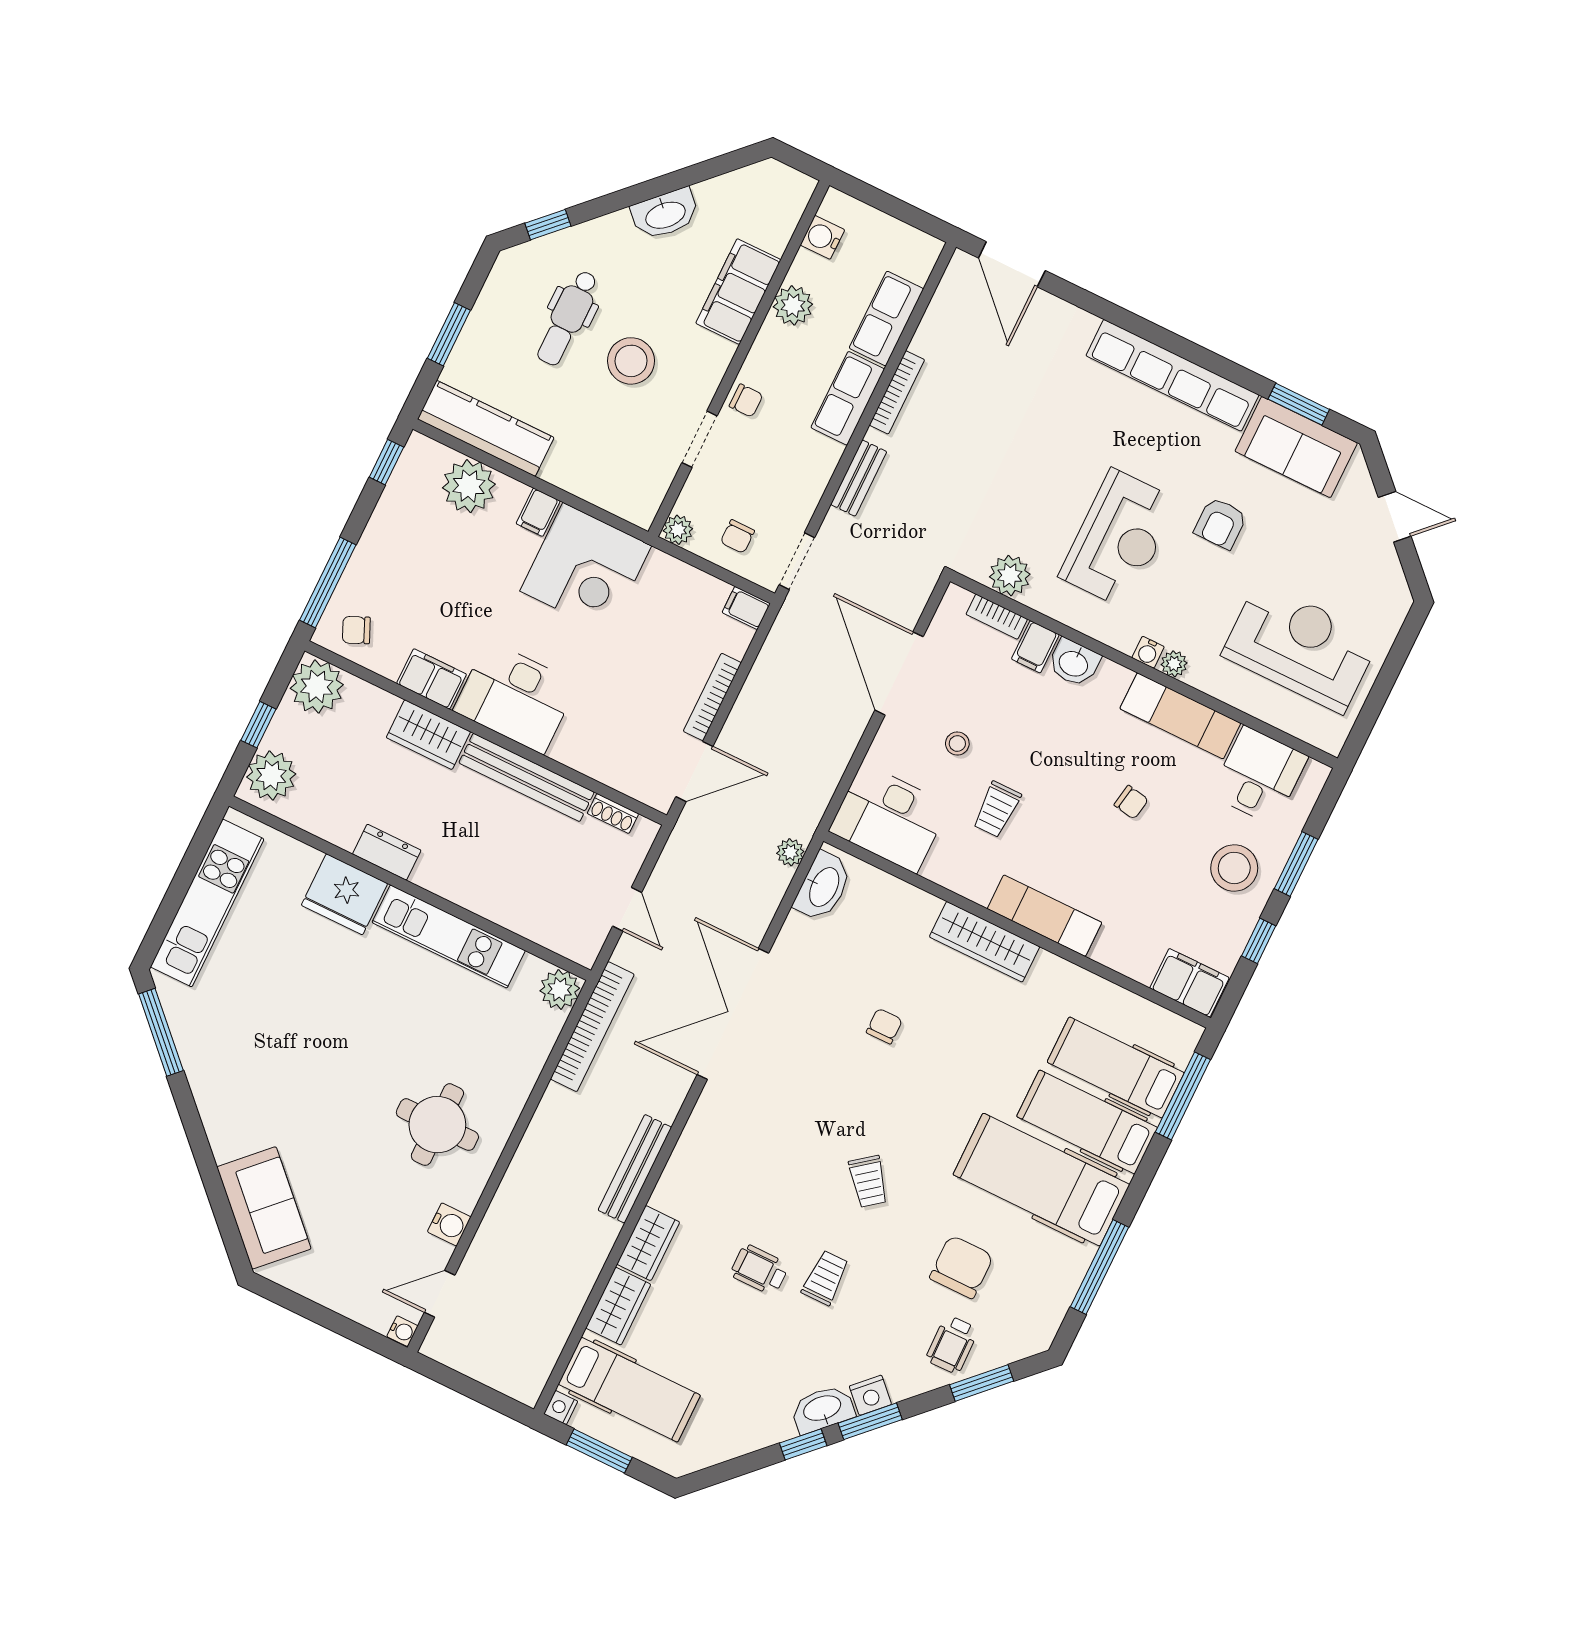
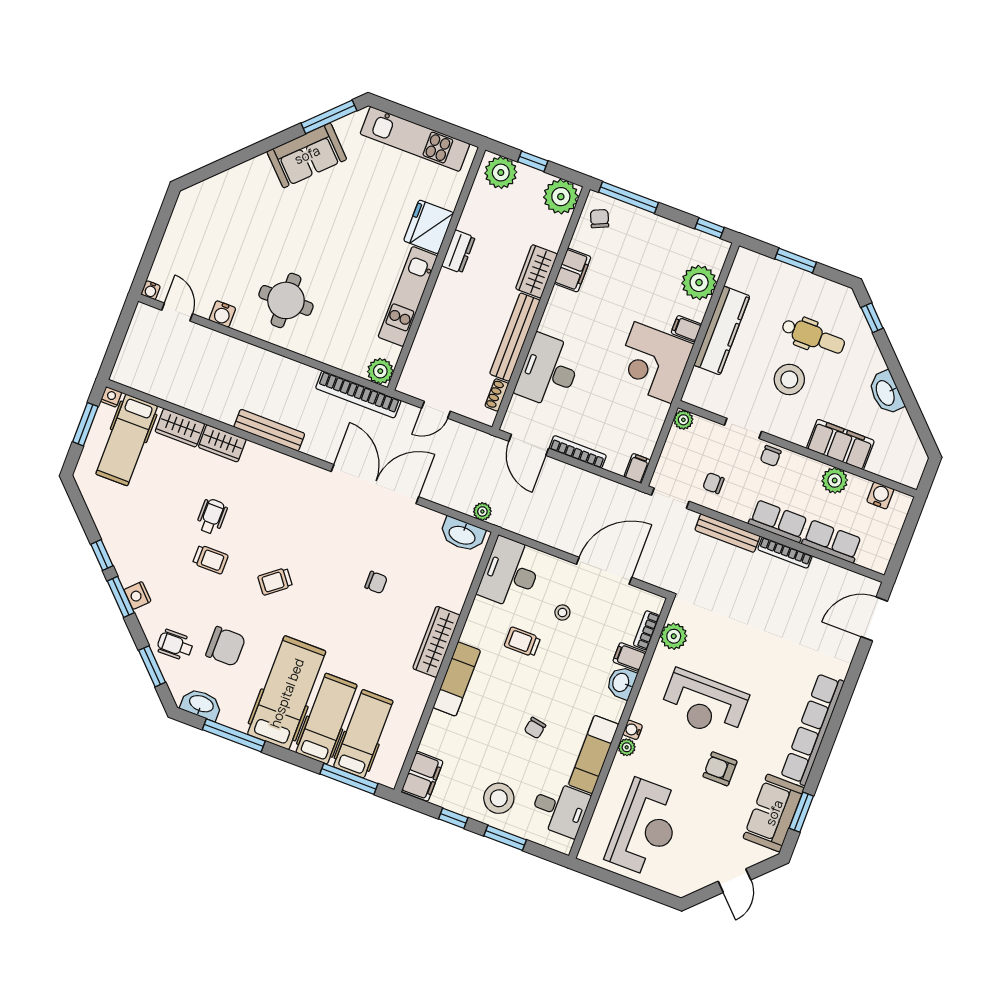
dental chair: (568, 318) -> (813, 336), turned 180
kitchen counter: (486, 428) -> (722, 330), moved
bench: (859, 478) -> (727, 533), width x1.36
chair: (737, 537) -> (713, 483), moved
desk: (515, 697) -> (549, 371), moved
sofa: (264, 1208) -> (307, 155), moved
washbasin: (823, 1409) -> (201, 704), moved, turned -45

